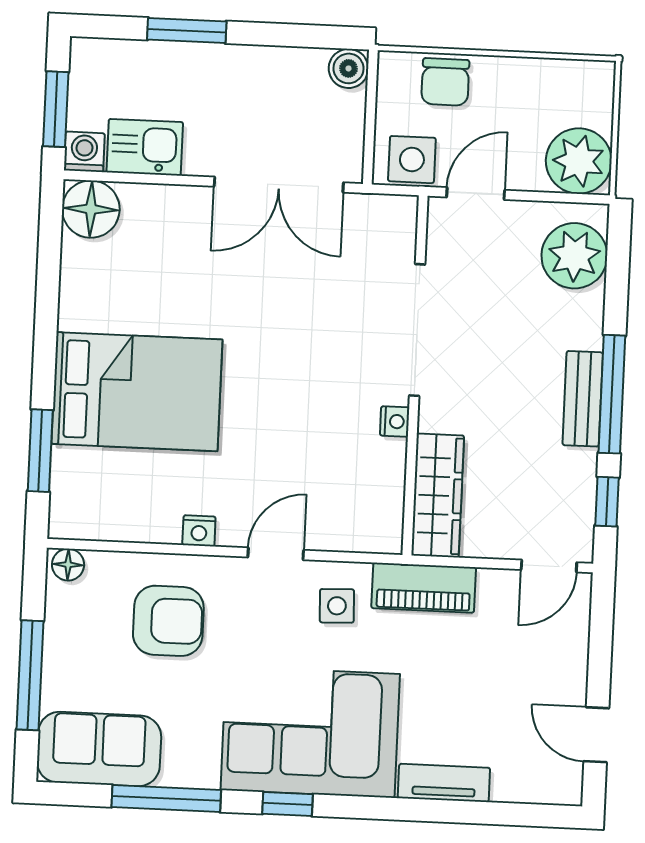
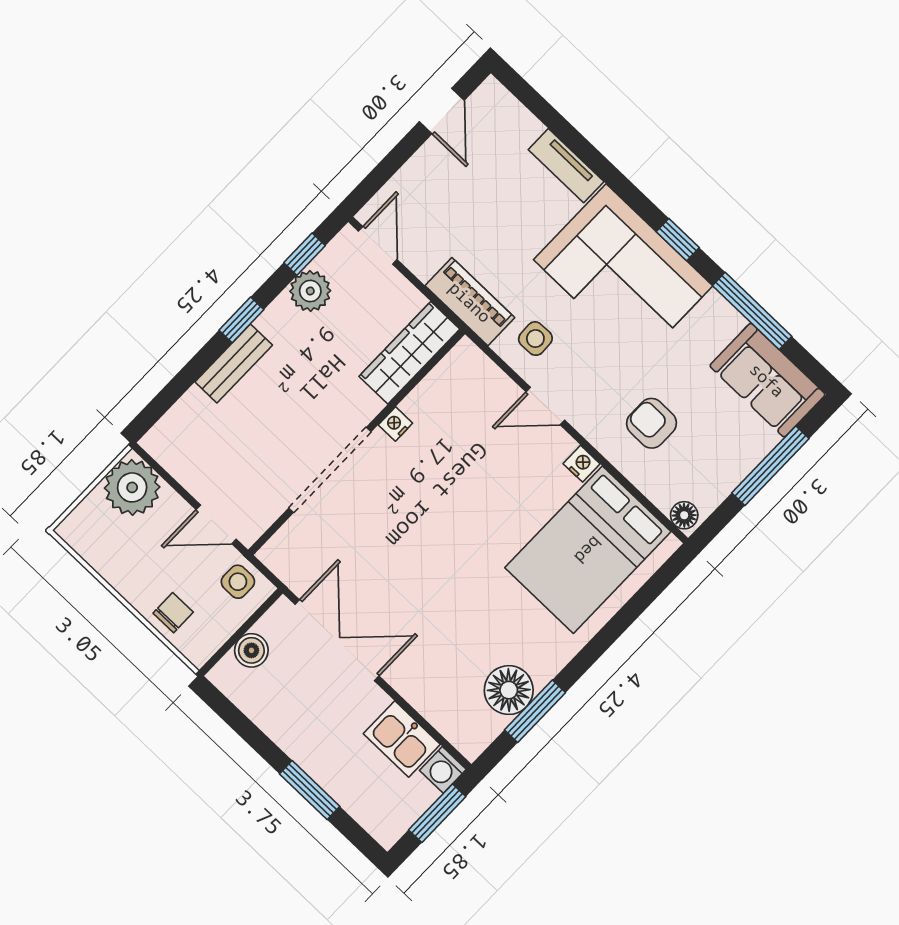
boiler: (348, 68) -> (251, 650), moved
chair: (445, 82) -> (173, 613), width x0.73, depth x0.73
side table: (412, 160) -> (238, 582), width x0.73, depth x0.73
floor lamp: (91, 209) -> (509, 690), moved
plant: (574, 256) -> (310, 291), moved, width x0.73, depth x0.73
bed: (137, 392) -> (588, 550), moved, turned -90
window: (612, 394) -> (241, 320), width x0.46
bench: (583, 399) -> (234, 363), moved
window: (40, 451) -> (535, 711), moved
door: (549, 566) -> (378, 245), hinge flipped
armchair: (168, 621) -> (652, 423), width x0.72, depth x0.72

